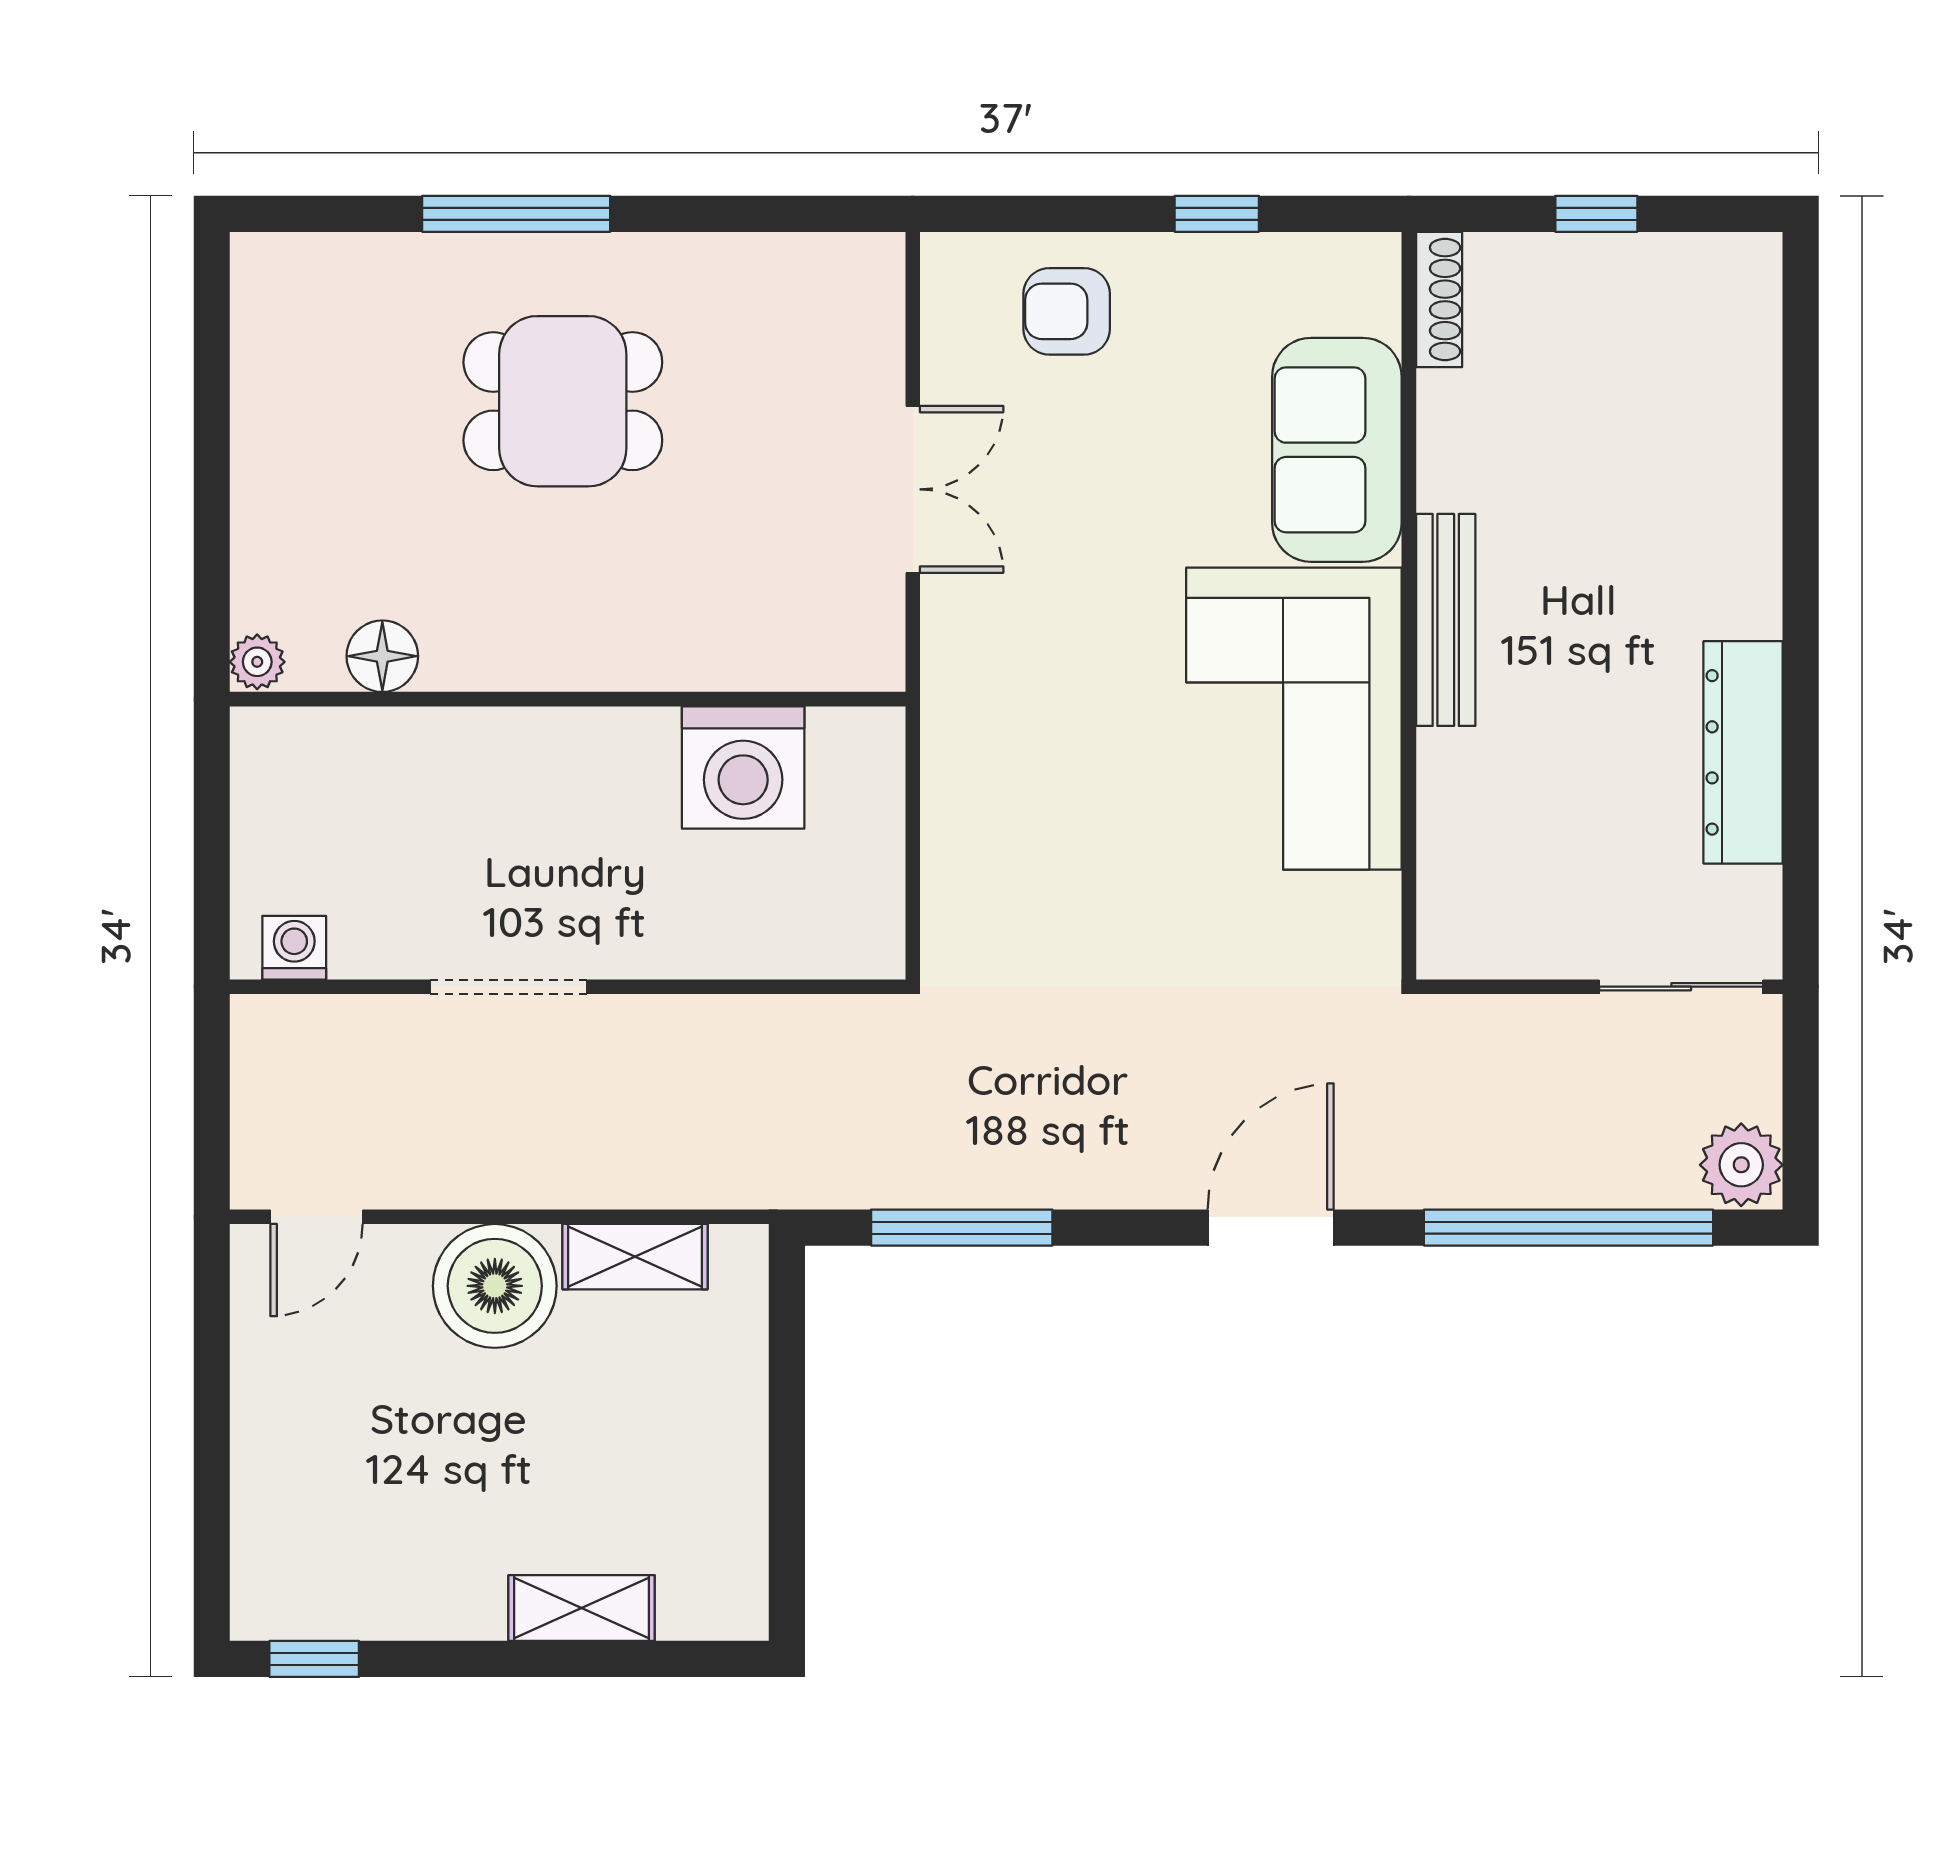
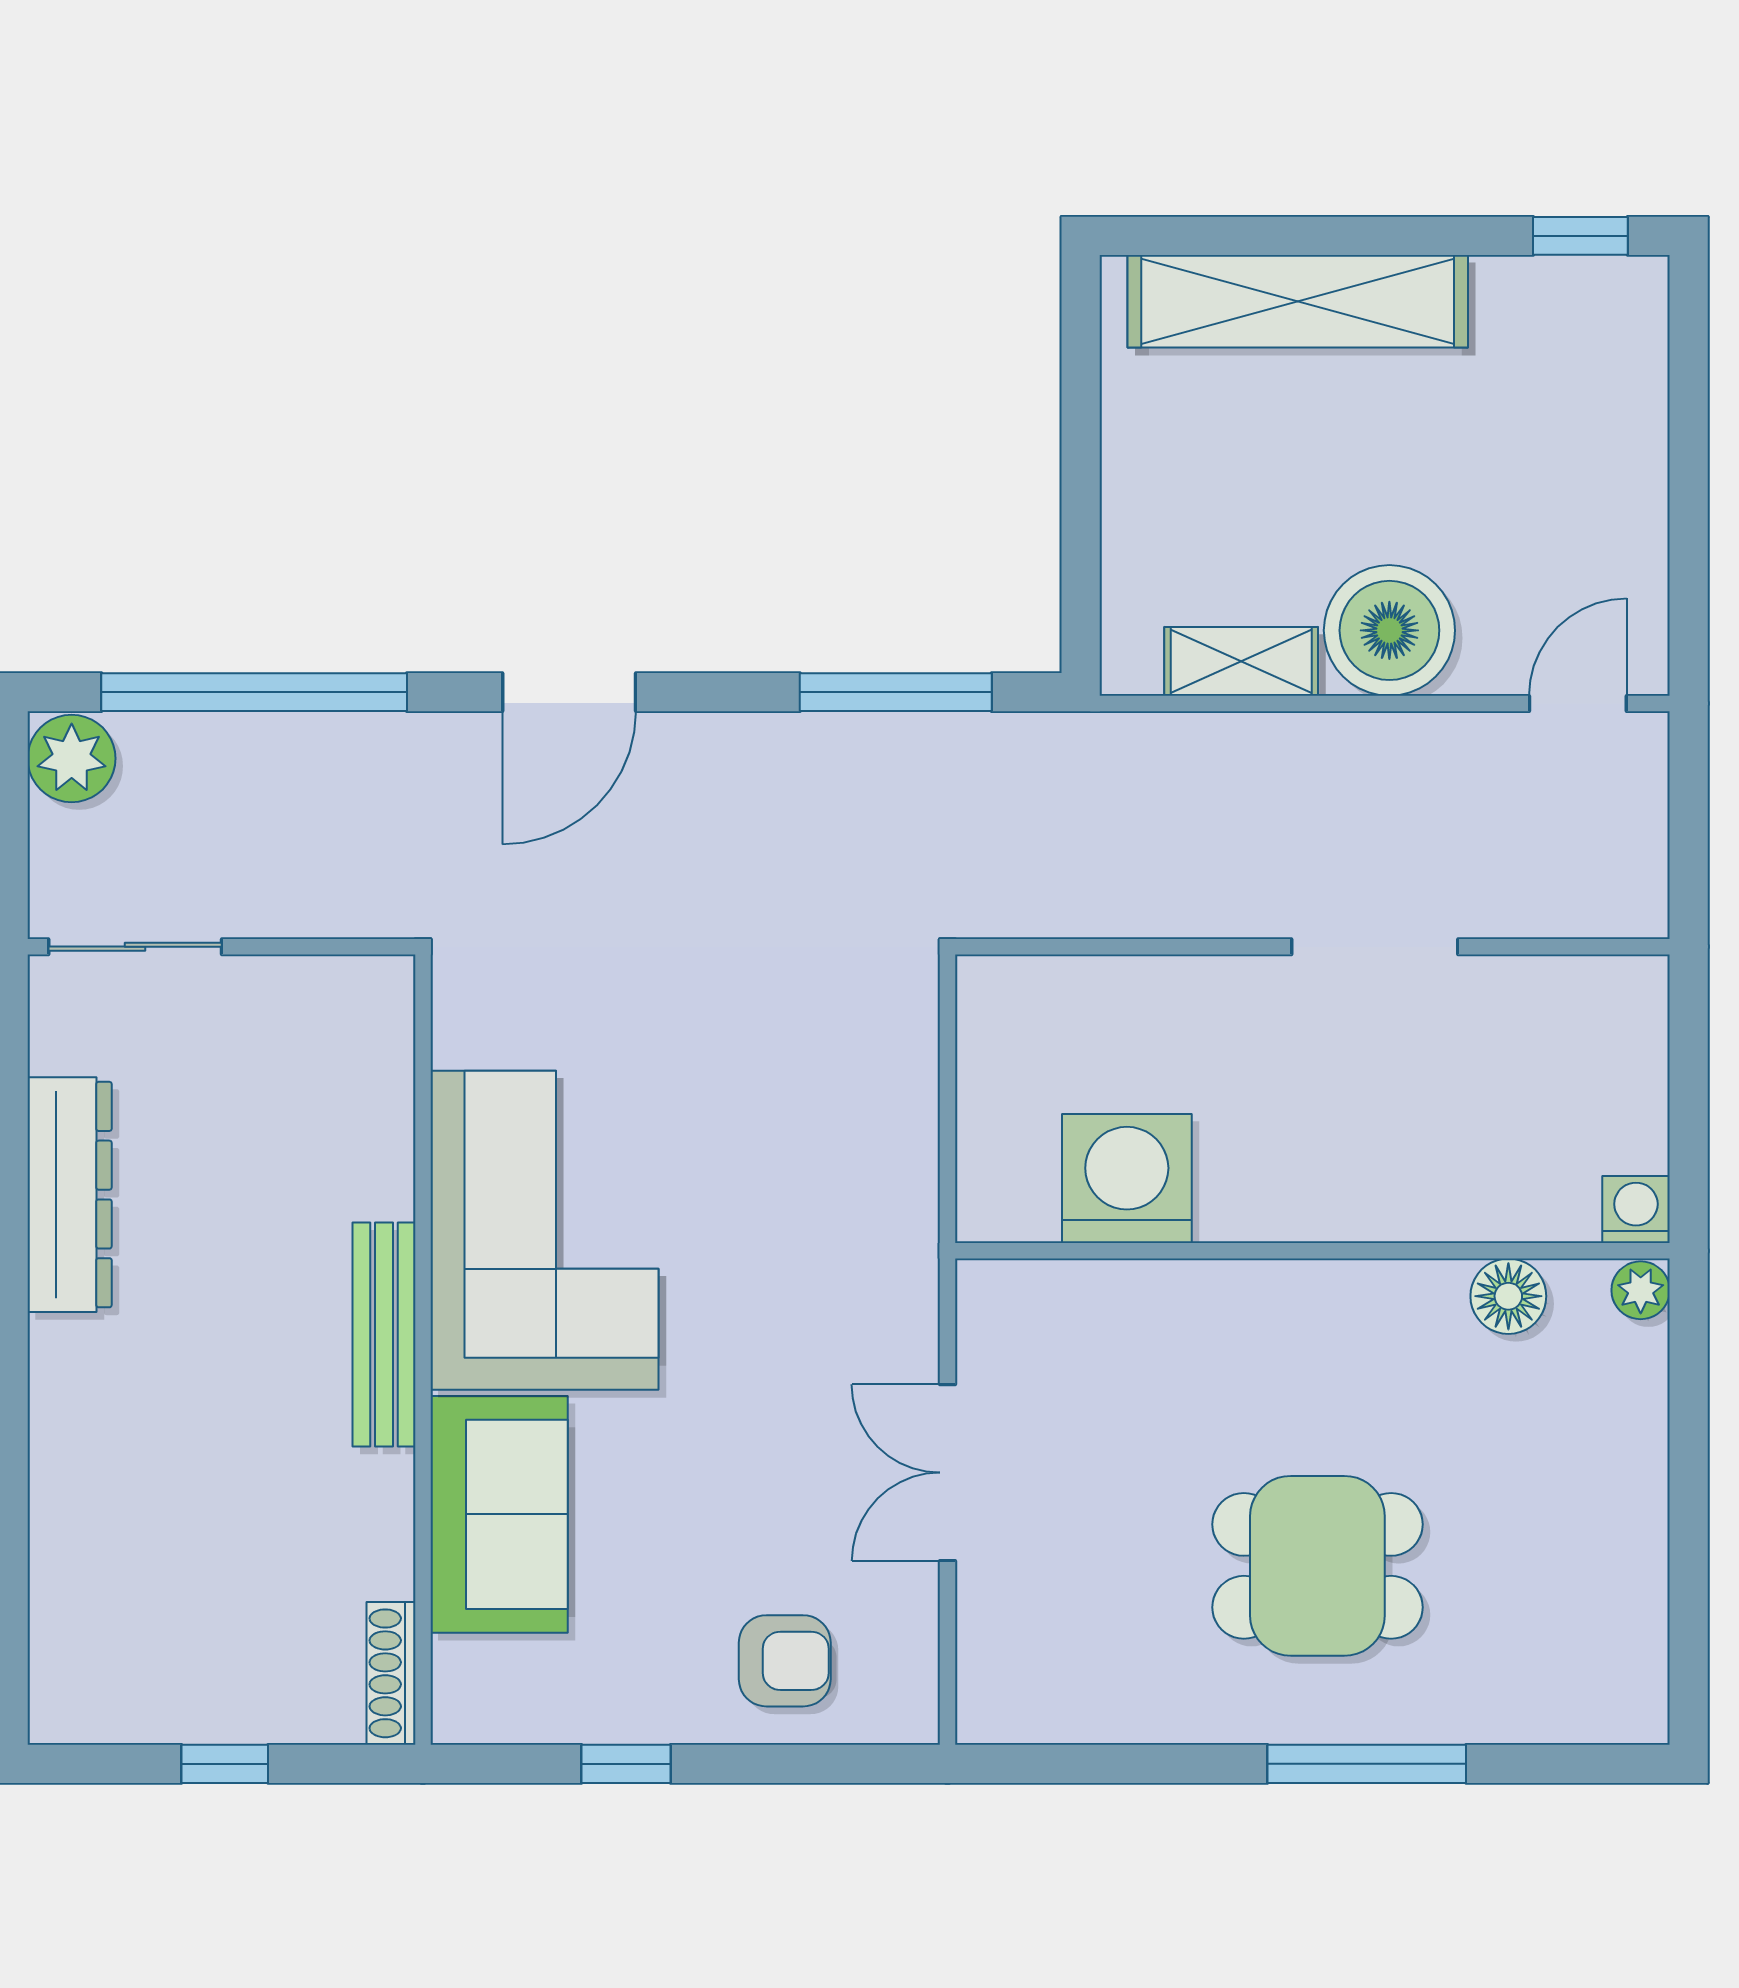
washing machine: (294, 948) -> (1636, 1209), moved, turned 180
shelving: (582, 1608) -> (1298, 301), width x2.20, depth x1.33

